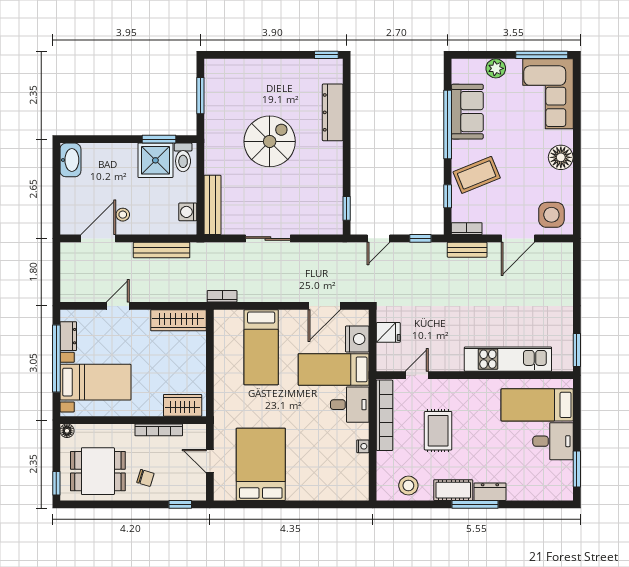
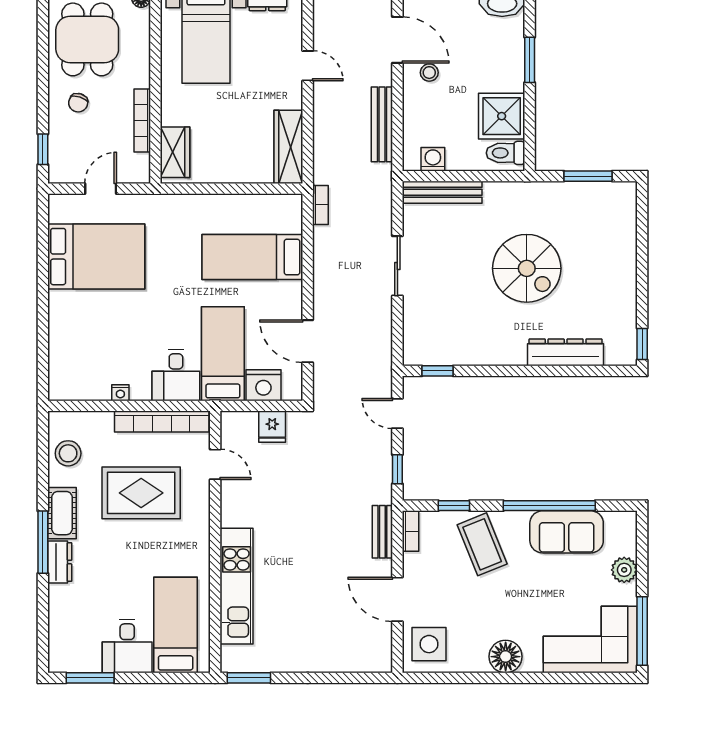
window: (159, 139) -> (530, 60), moved
rug: (438, 431) -> (141, 493), width x1.36, depth x1.43

